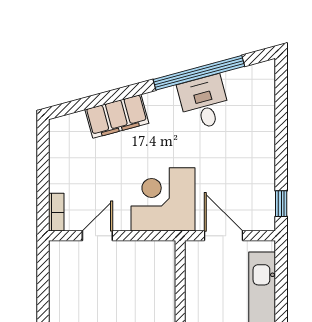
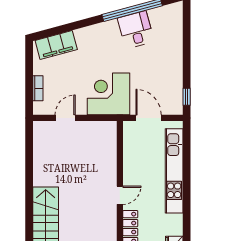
filing cabinet: (117, 116) -> (56, 45), moved
bookcase: (56, 212) -> (38, 88), moved

